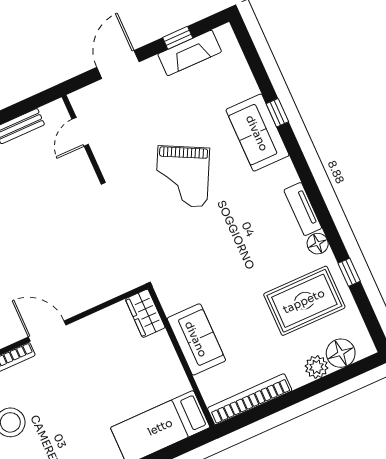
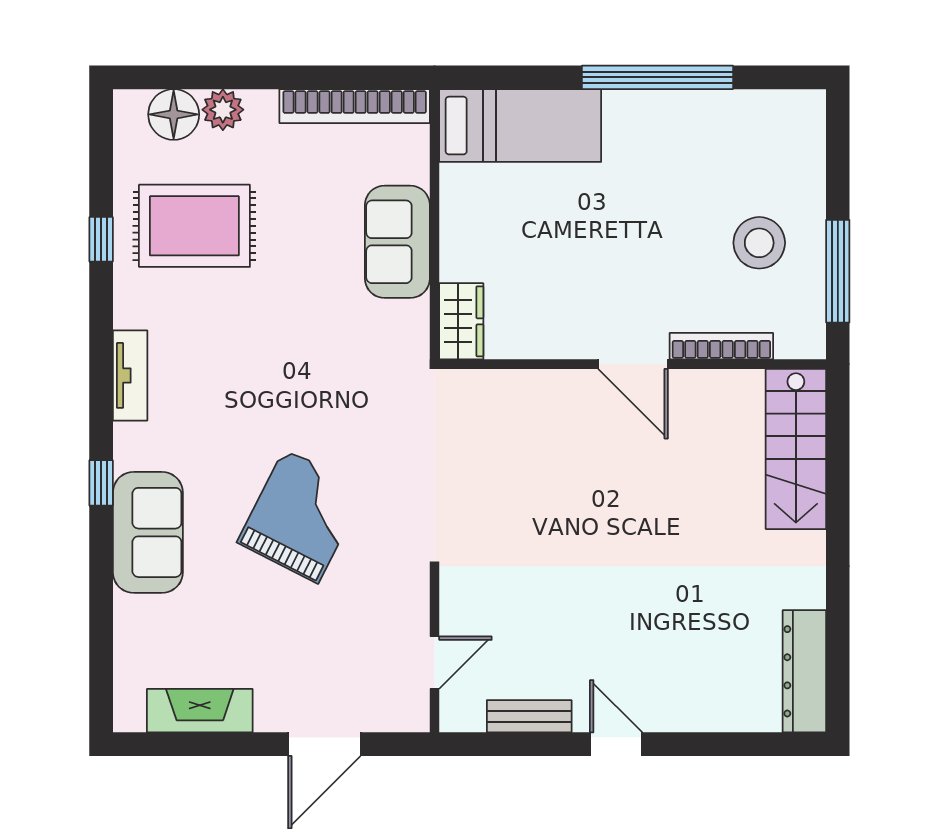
window: (178, 38) -> (208, 744), removed
window: (277, 113) -> (101, 483), moved
floor lamp: (318, 244) -> (131, 309), removed

